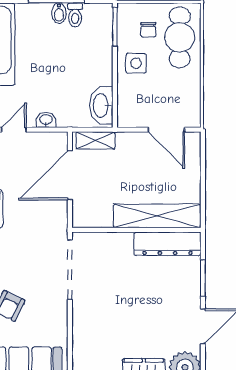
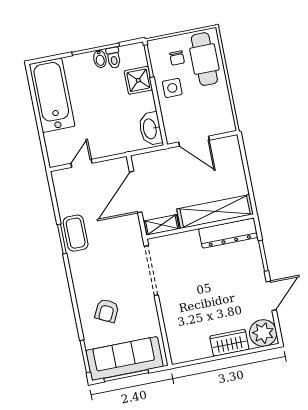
shower: (98, 47) -> (138, 80), added
washbasin: (46, 120) -> (107, 150), removed
door: (166, 130) -> (194, 141), moved
shelving: (96, 140) -> (162, 225), moved

